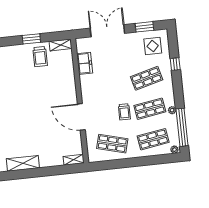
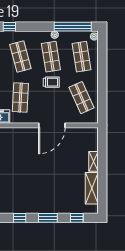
shop shelf: (106, 83) -> (20, 98), added
shop shelf: (112, 144) -> (82, 98), turned -39
shelving: (74, 160) -> (94, 161), moved

